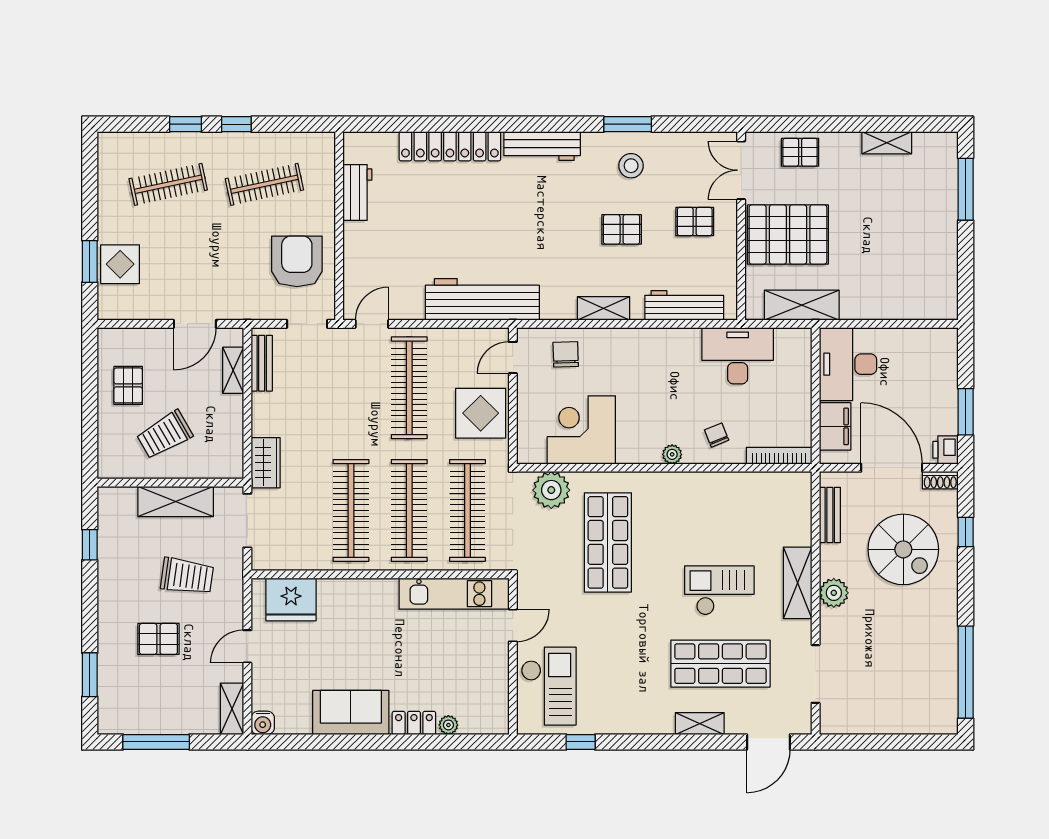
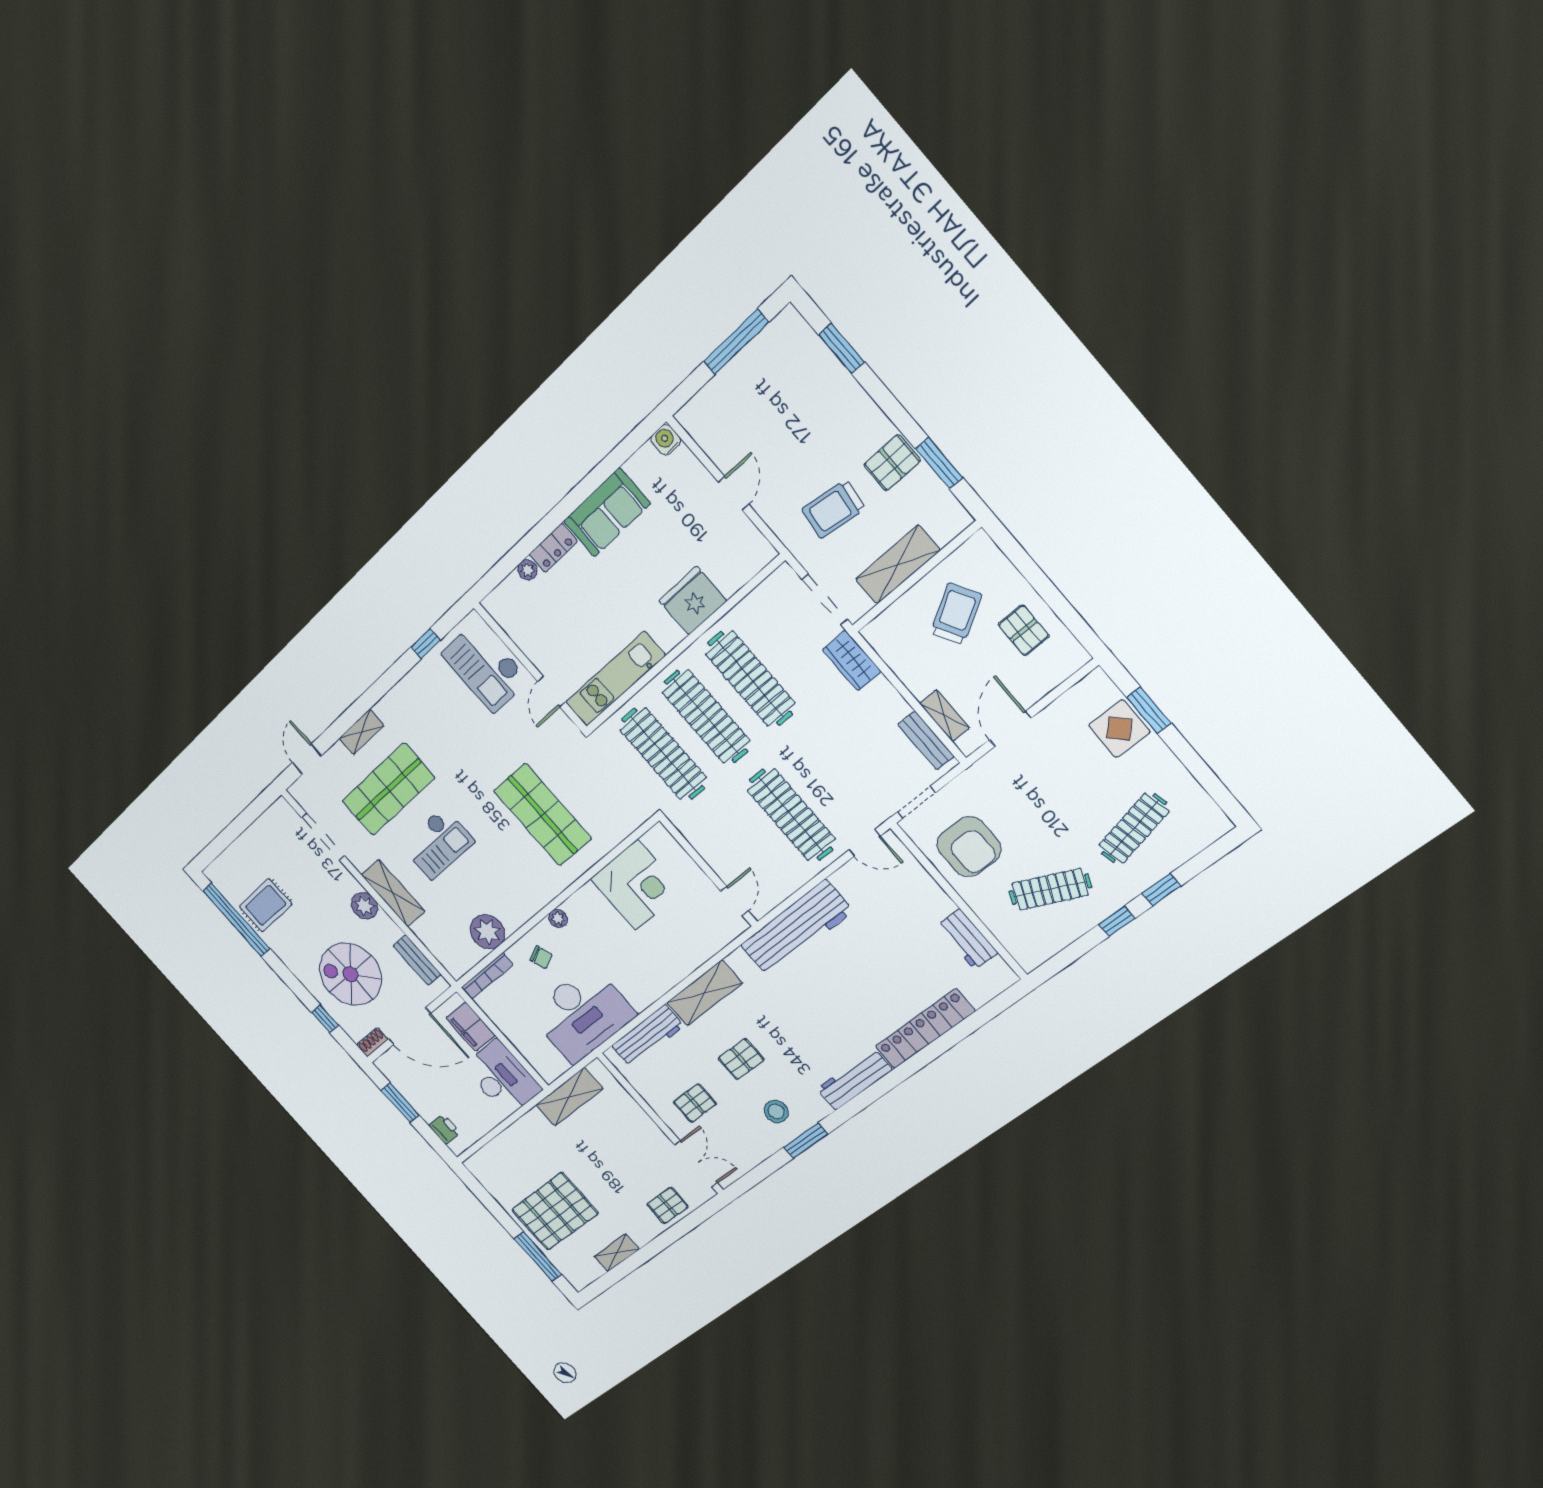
clothes rail: (264, 184) -> (1050, 889), turned 36
pallet: (788, 235) -> (555, 1211), moved
shelving: (604, 308) -> (704, 993), width x1.50, depth x1.33
door: (372, 324) -> (865, 843), hinge flipped
chair: (566, 354) -> (698, 934), removed
desk: (738, 356) -> (582, 1014), width x1.36, depth x1.30
display table: (481, 413) -> (720, 838), removed
printer: (945, 450) -> (445, 1129), moved
plant: (551, 490) -> (487, 932), moved
window: (90, 545) -> (939, 463), width x1.50
fridge: (291, 600) -> (693, 601), moved
pallet: (158, 639) -> (892, 463), moved
rug: (925, 663) -> (266, 905), added
shelving: (232, 709) -> (700, 429), removed
door: (768, 742) -> (307, 759), width x0.73

